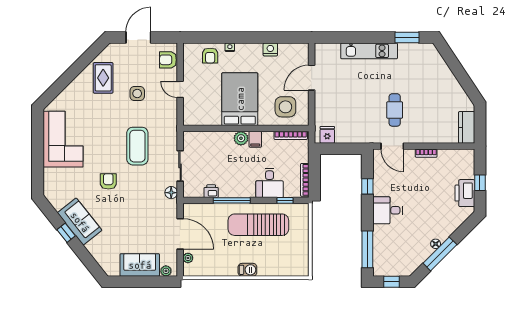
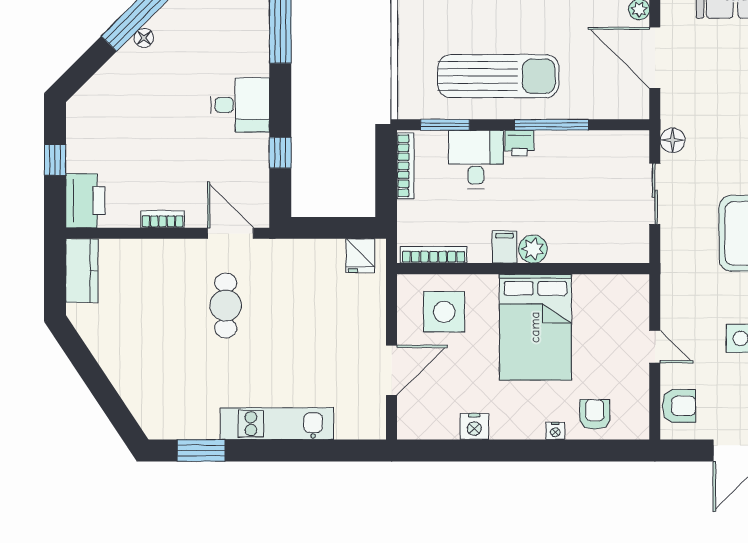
printer: (211, 191) -> (519, 143), moved
printer: (465, 193) -> (85, 201), moved
window: (285, 200) -> (445, 125), width x1.50

